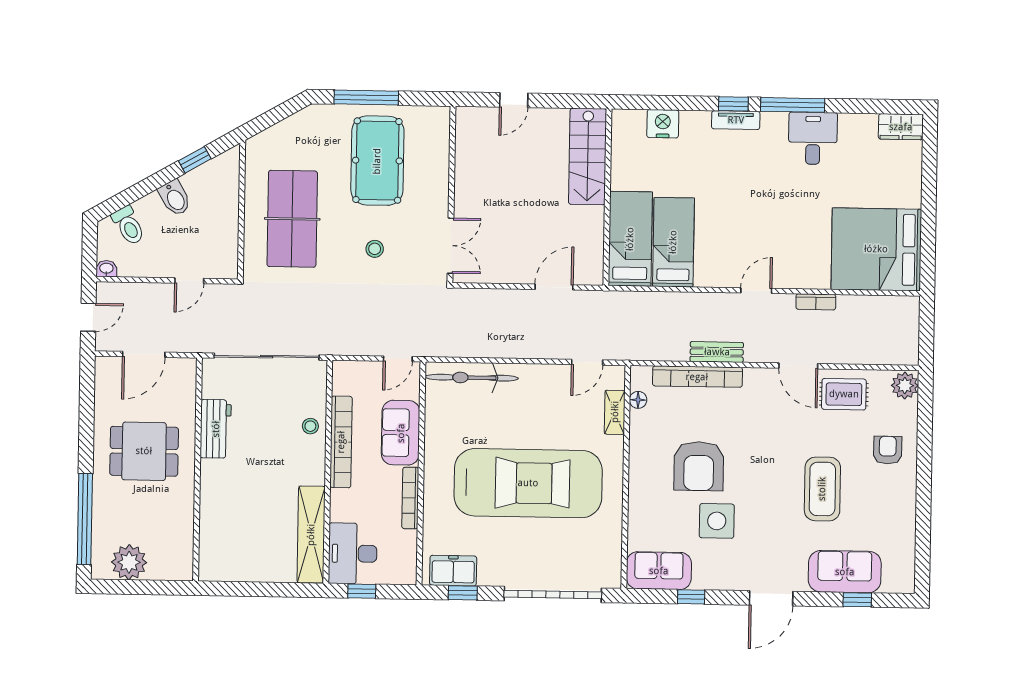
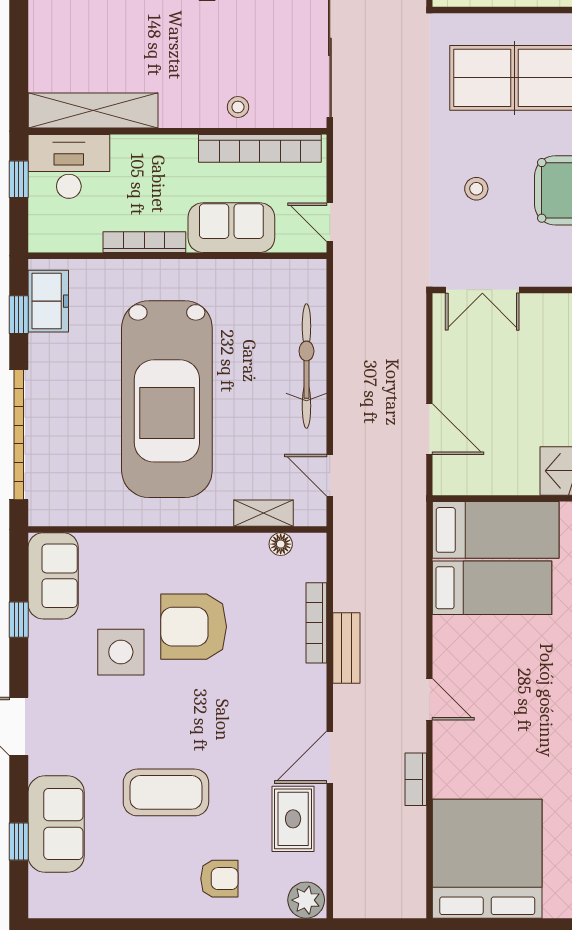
bookcase: (697, 377) -> (316, 623), width x0.68, depth x0.76
bicycle: (472, 378) -> (306, 366), moved
bookcase: (341, 442) -> (260, 148), moved

